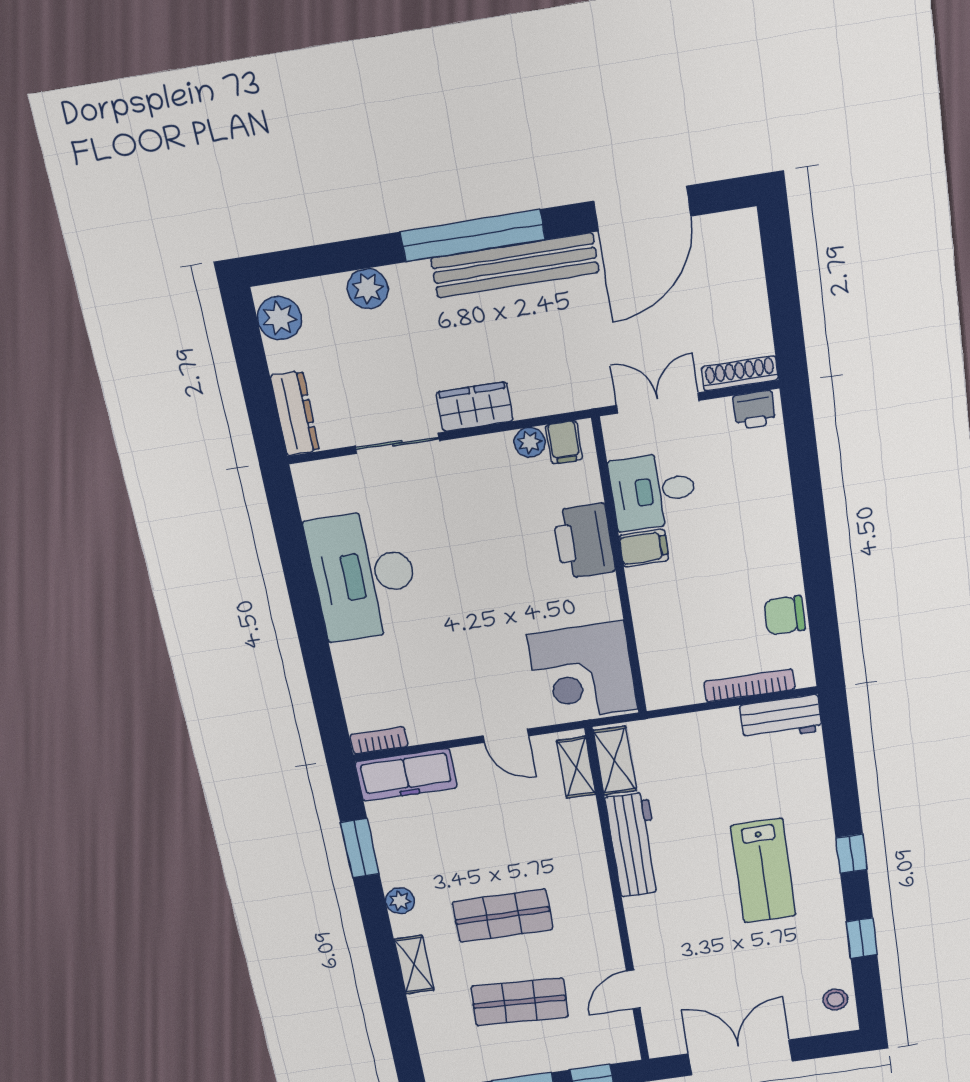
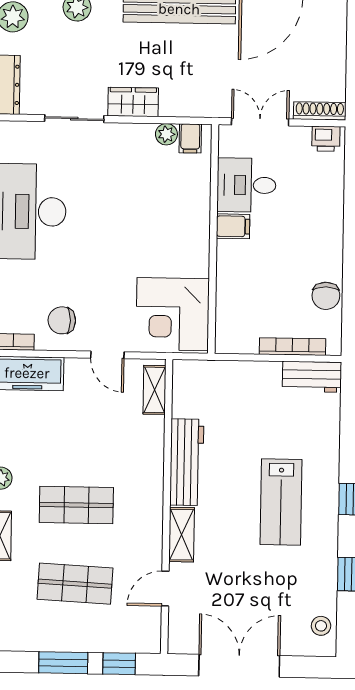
printer: (584, 541) -> (191, 214), removed
chair: (785, 615) -> (326, 296), turned -90
chair: (437, 704) -> (62, 320), added
shelving: (615, 761) -> (182, 535), moved

